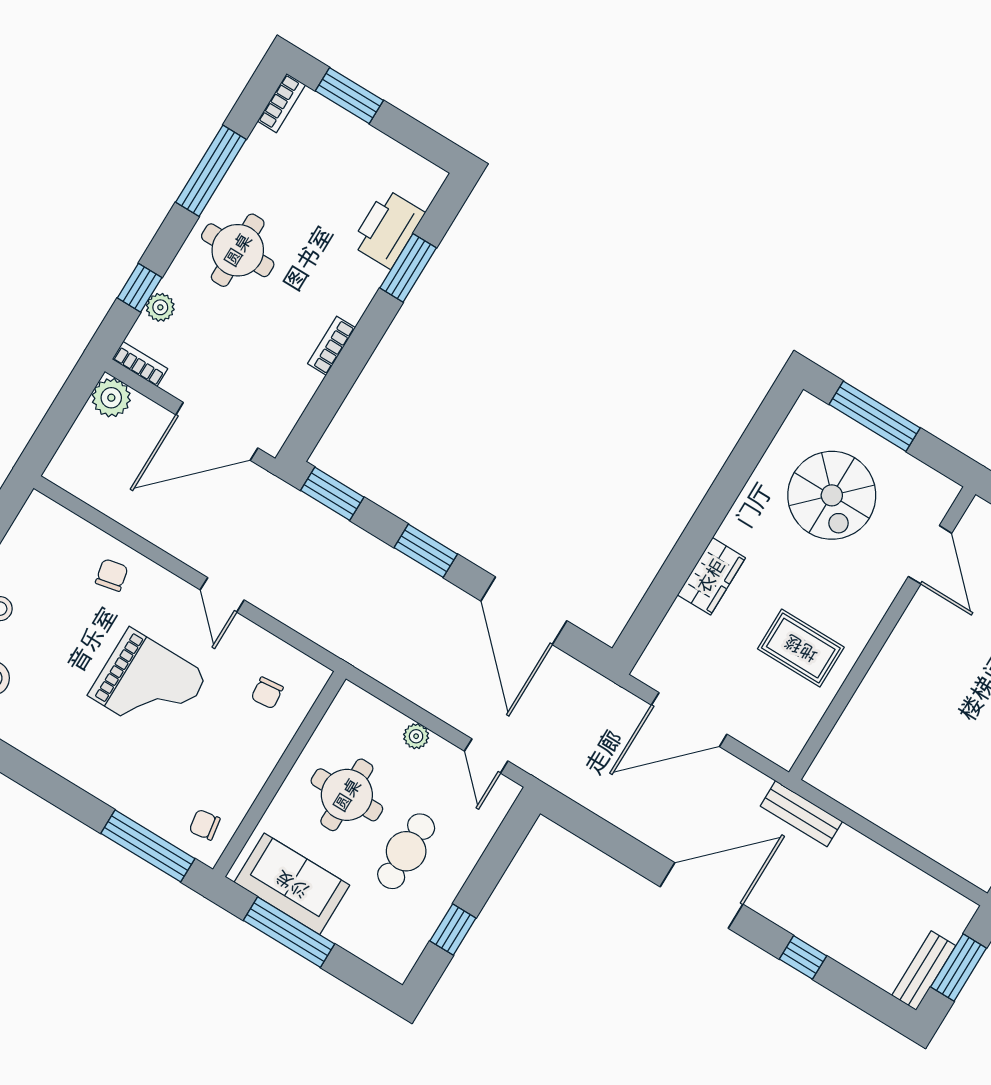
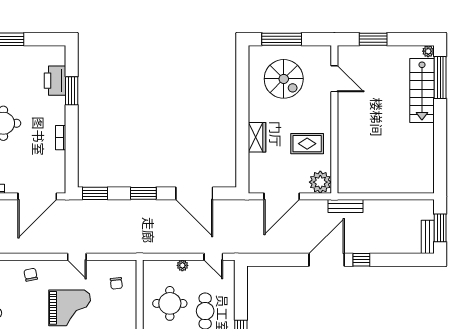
plant: (781, 738) -> (320, 182), added
window: (803, 957) -> (361, 260), moved

